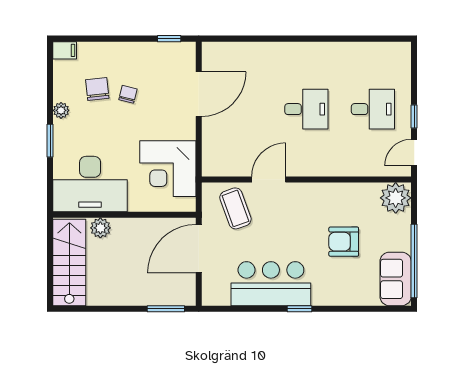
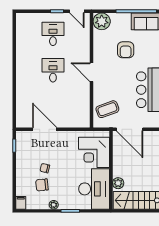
corner desk: (168, 169) -> (94, 152), moved, turned 90
door: (269, 180) -> (92, 72), moved

